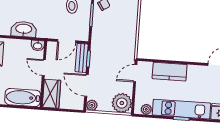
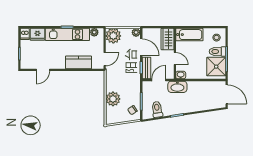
plant: (128, 21) -> (113, 99), added
washbasin: (24, 29) -> (177, 87), moved

